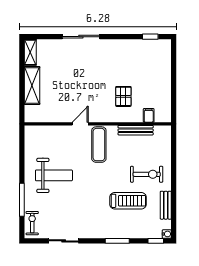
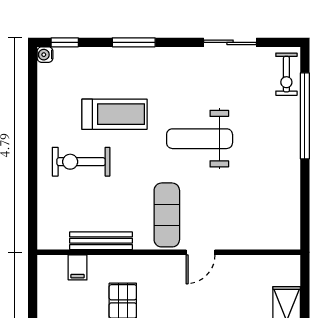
weight bench: (54, 175) -> (200, 139), moved
window: (22, 200) -> (305, 116), width x1.46
treadmill: (128, 201) -> (114, 114), turned 180
bench: (166, 205) -> (47, 106), removed

